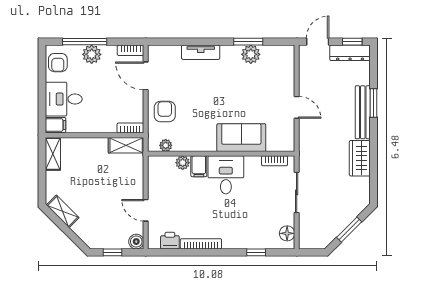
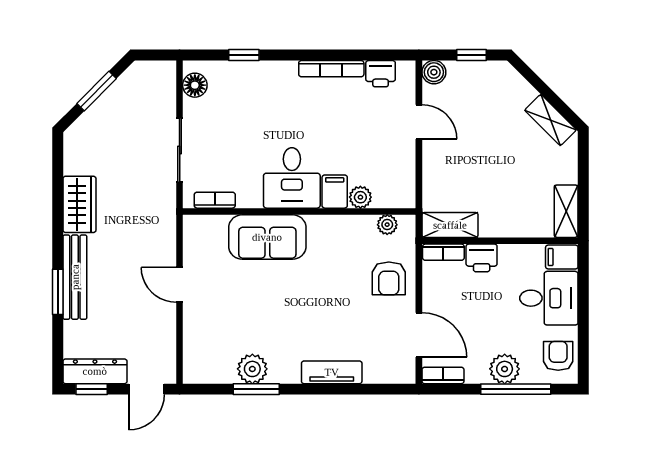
printer: (106, 124) -> (482, 258), added

